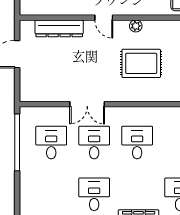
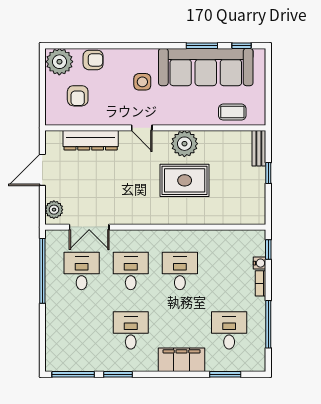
plant: (136, 26) -> (184, 144), width x1.88, depth x1.88
plant: (27, 89) -> (54, 210), added
double door: (87, 104) -> (89, 227), moved

